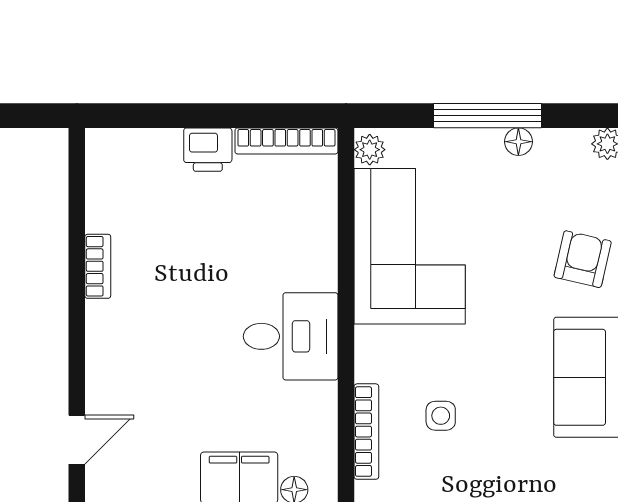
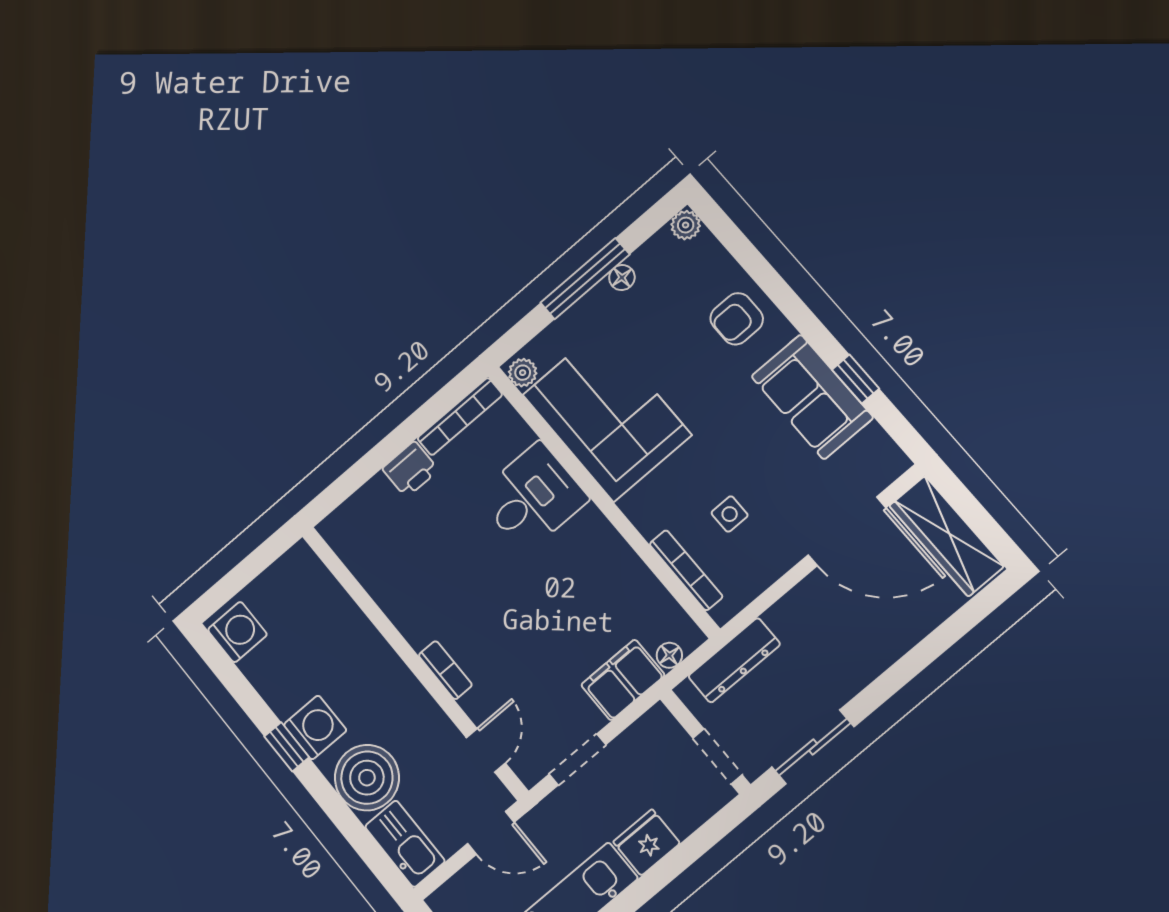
armchair: (583, 259) -> (737, 319), turned -103
bookcase: (98, 266) -> (445, 670), moved
desk: (291, 336) -> (532, 497), moved

